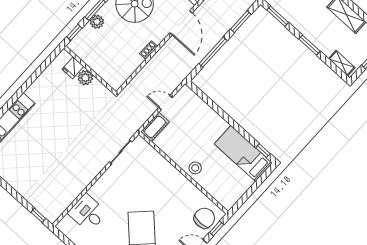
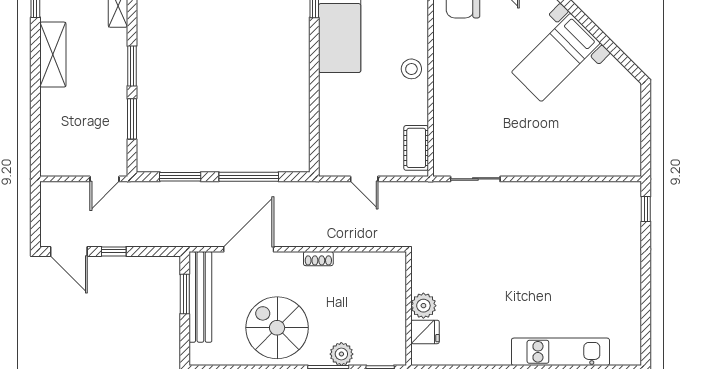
window: (278, 16) -> (132, 119), moved
cot: (155, 127) -> (416, 148), moved, turned 90
desk: (87, 213) -> (588, 151), removed

